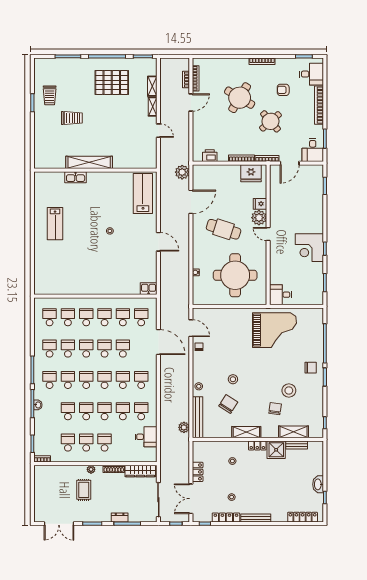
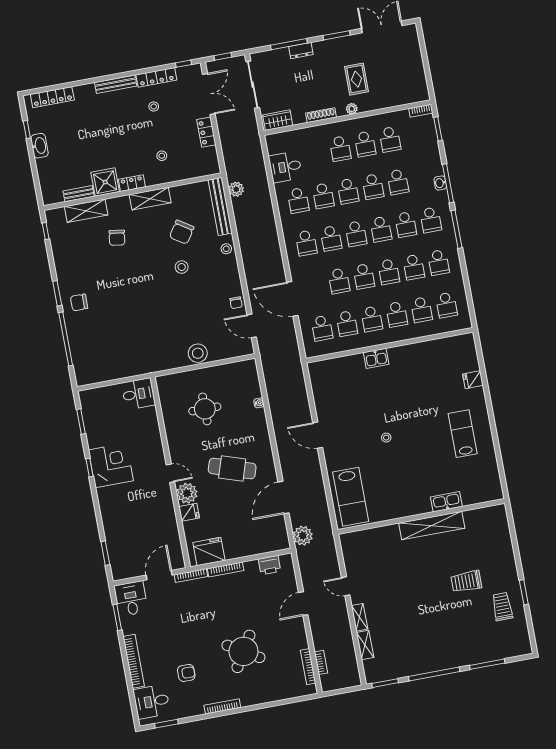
pallet: (112, 82) -> (421, 640), removed
door: (191, 103) -> (303, 604), moved
round table: (270, 121) -> (196, 627), removed
fridge: (41, 261) -> (473, 380), added
round table: (235, 275) -> (205, 409), width x0.54, depth x0.54
kitchen sink: (149, 289) -> (376, 358), moved
grand piano: (275, 330) -> (138, 344), removed
stool: (289, 390) -> (198, 353), moved
wardrobe: (140, 471) -> (278, 120), width x0.67

